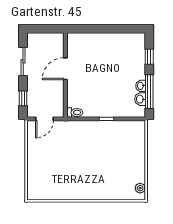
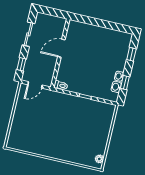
window: (149, 92) -> (125, 83), width x0.46

